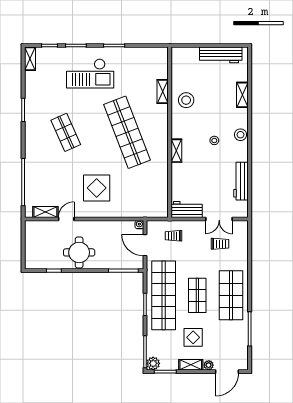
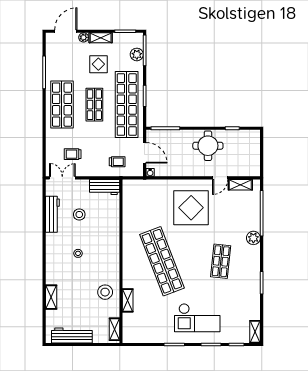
checkout: (90, 73) -> (197, 318), turned 180
shop shelf: (66, 132) -> (221, 261), turned 30
stool: (240, 135) -> (79, 214), moved
shelving: (176, 151) -> (114, 329), moved
plant: (32, 157) -> (253, 238), added
display table: (97, 188) -> (191, 208), width x1.36, depth x1.36
double door: (219, 219) -> (62, 178), moved
plant: (153, 363) -> (137, 54), moved

